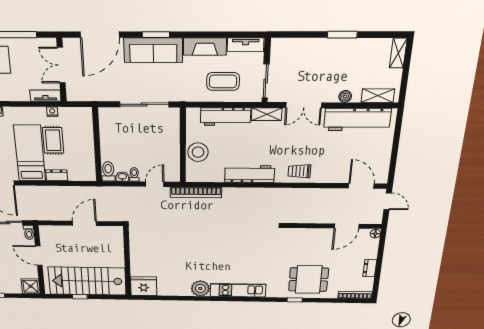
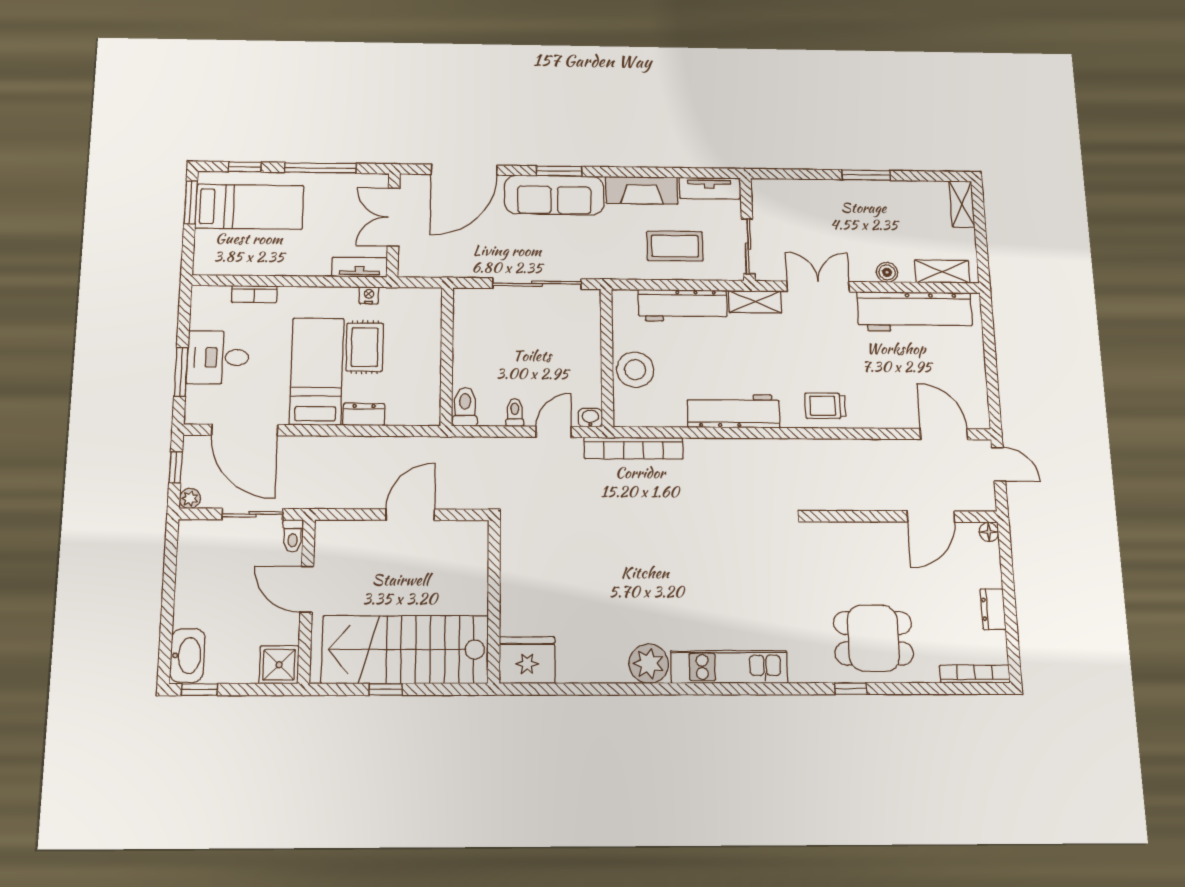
double door: (304, 105) -> (818, 286), swing flipped
washbasin: (122, 177) -> (590, 418), moved

